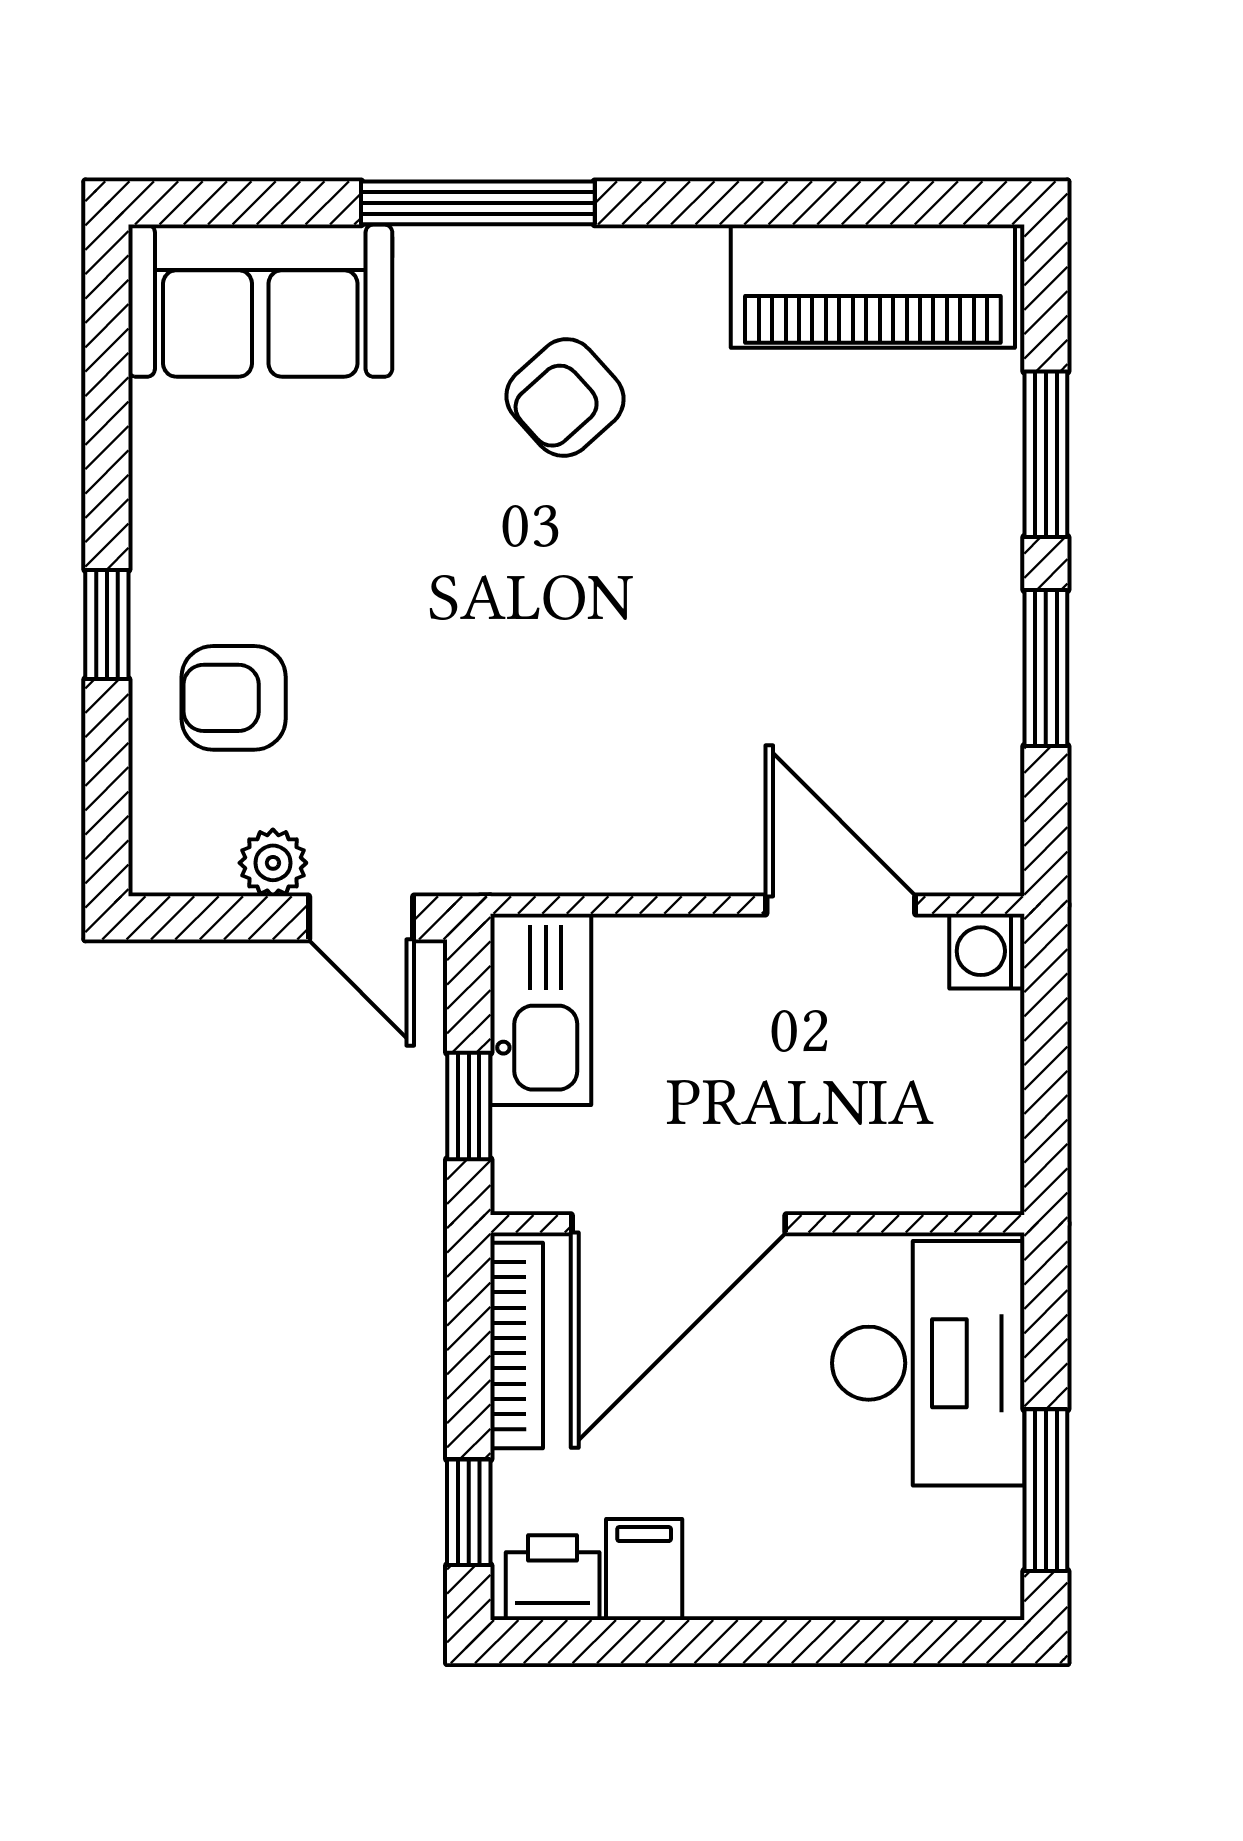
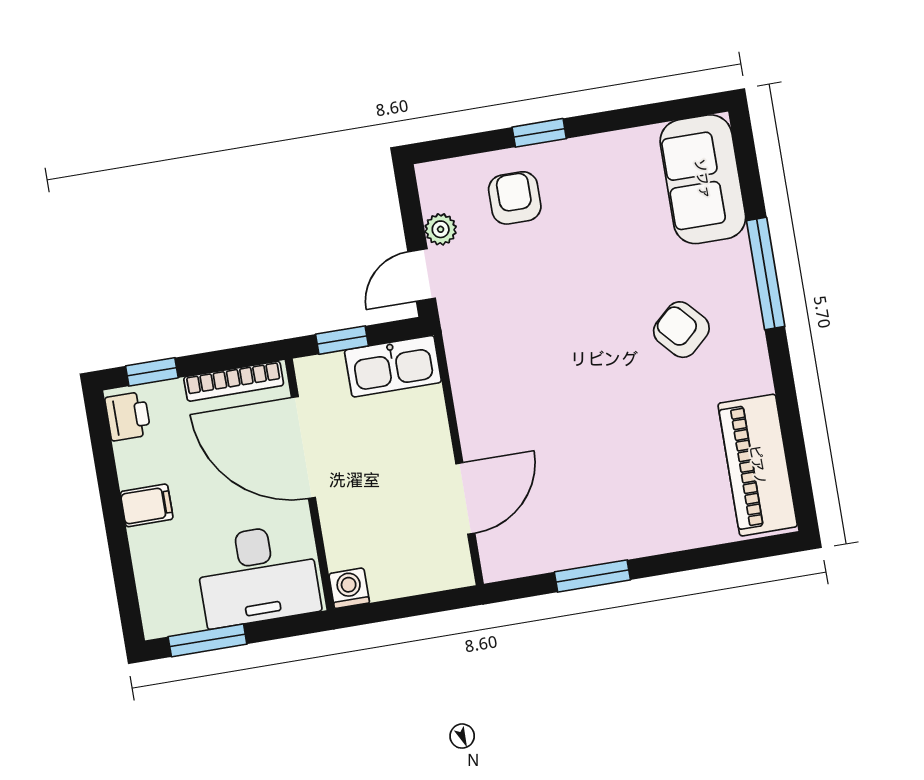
window: (1046, 454) -> (692, 559), removed
washing machine: (987, 951) -> (349, 588), moved
filing cabinet: (644, 1569) -> (147, 505), moved

